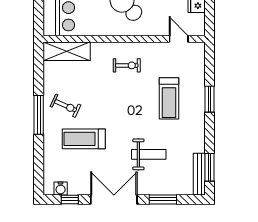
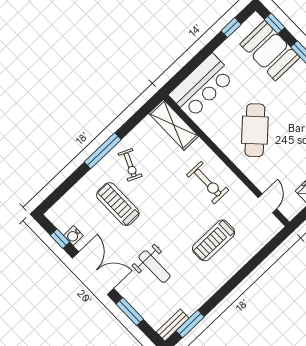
exercise bike: (127, 65) -> (208, 183), width x1.38, depth x1.39
window: (209, 99) -> (243, 273), removed
bench: (199, 174) -> (173, 325), width x0.73
water cooler: (61, 188) -> (73, 236), moved

